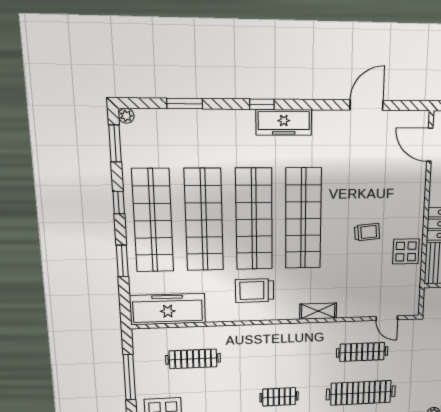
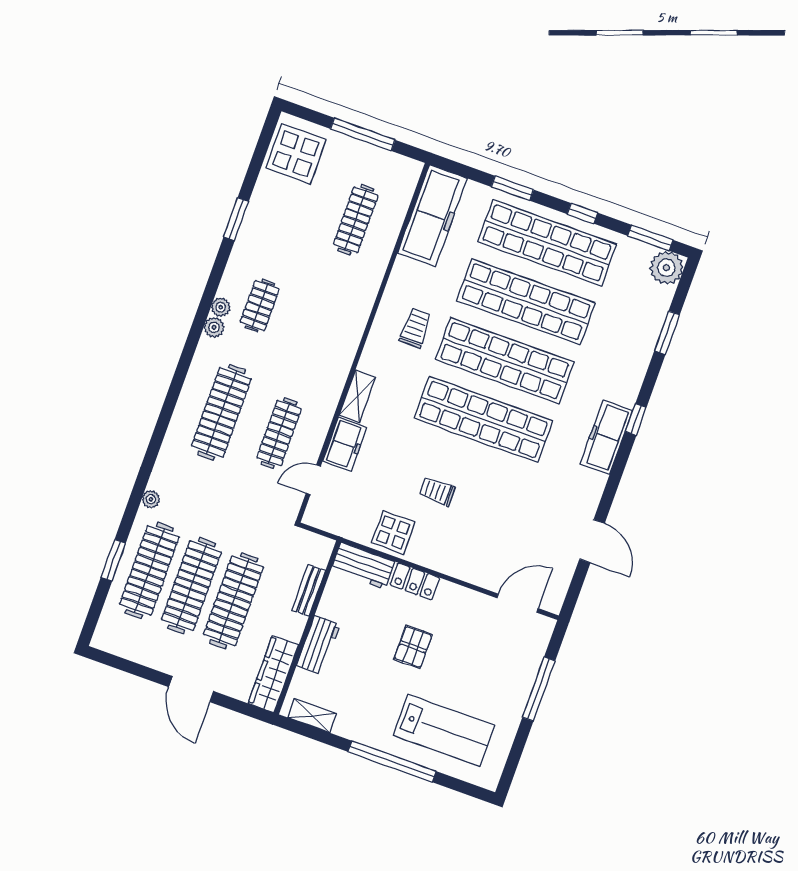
plant: (126, 116) -> (666, 268), width x1.88, depth x1.88
trolley: (367, 232) -> (437, 491), turned 95
trolley: (255, 290) -> (415, 328), width x0.73, depth x0.72
freezer: (355, 307) -> (345, 444), added

